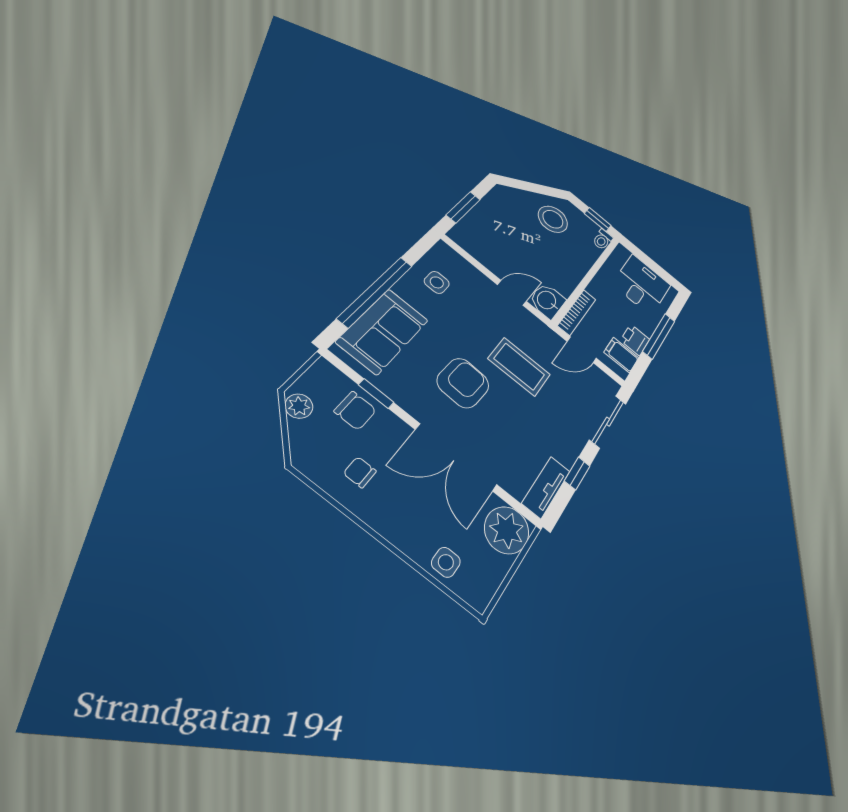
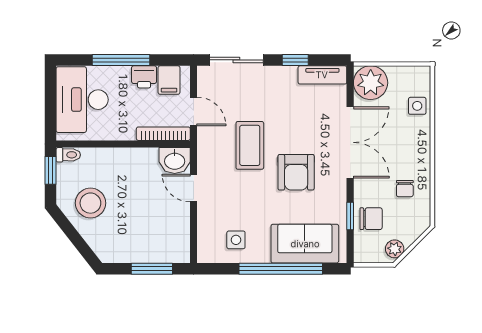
desk: (642, 285) -> (82, 100), width x1.37
armchair: (463, 383) -> (296, 172), turned -93
chair: (355, 411) -> (371, 219), turned 90

